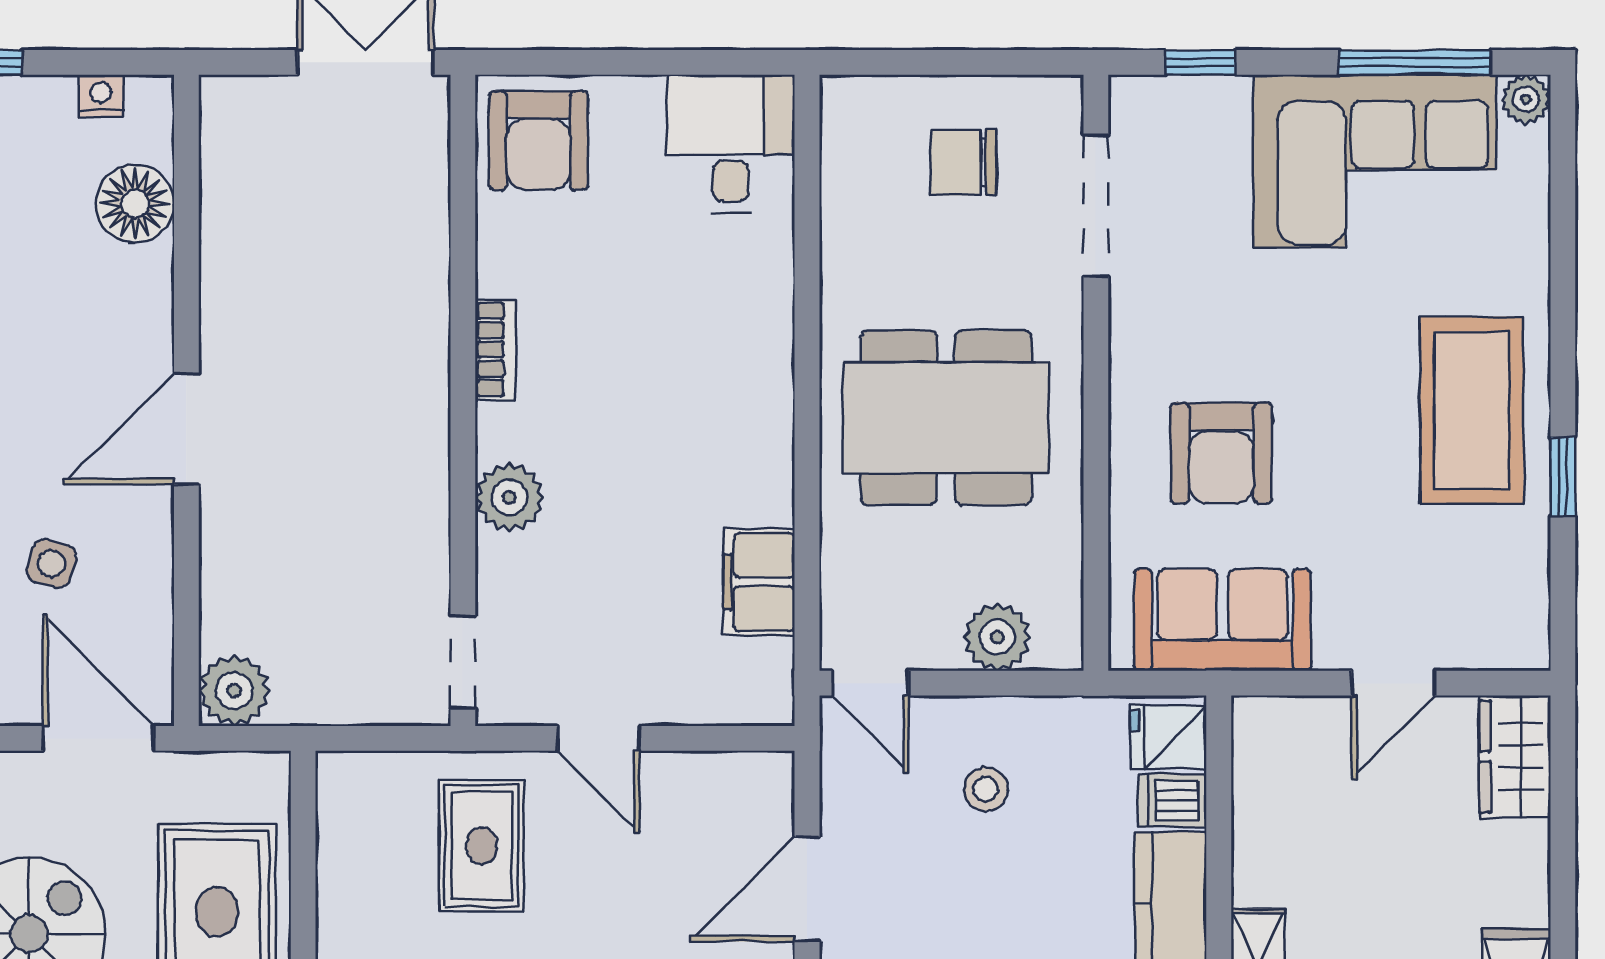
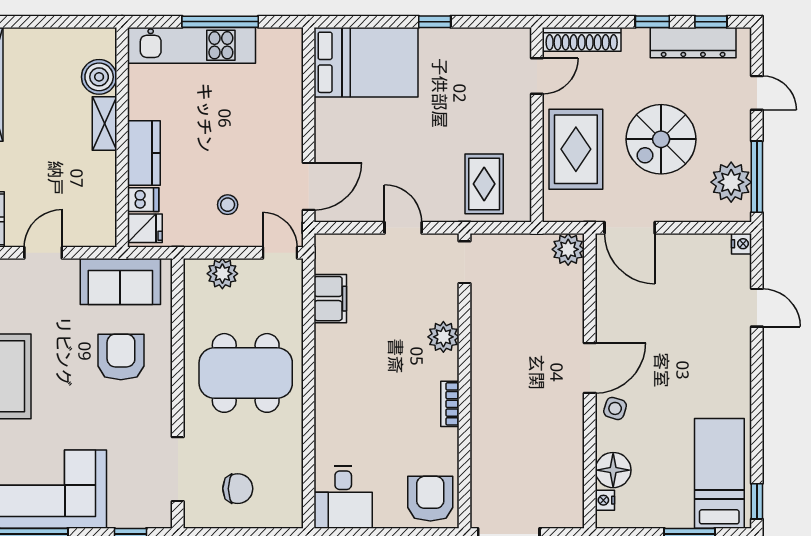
nightstand: (101, 96) -> (605, 500), moved, turned 90
side table: (51, 564) -> (615, 408), moved
rug: (481, 846) -> (484, 184), moved
door: (807, 889) -> (309, 186), moved

